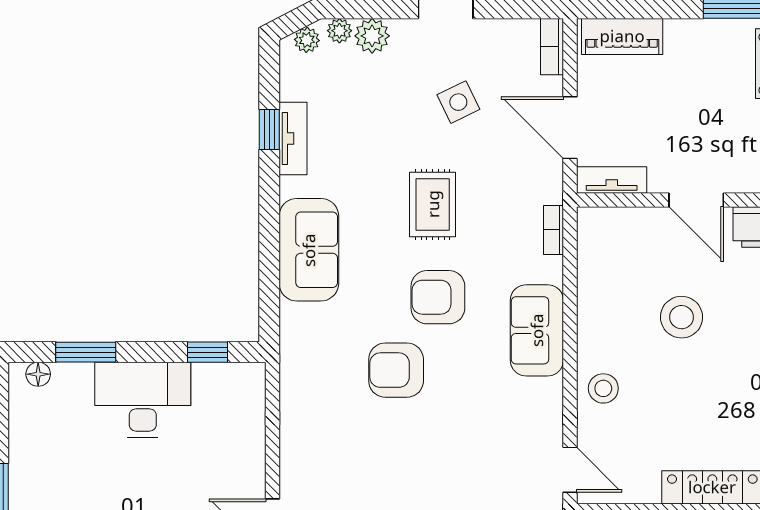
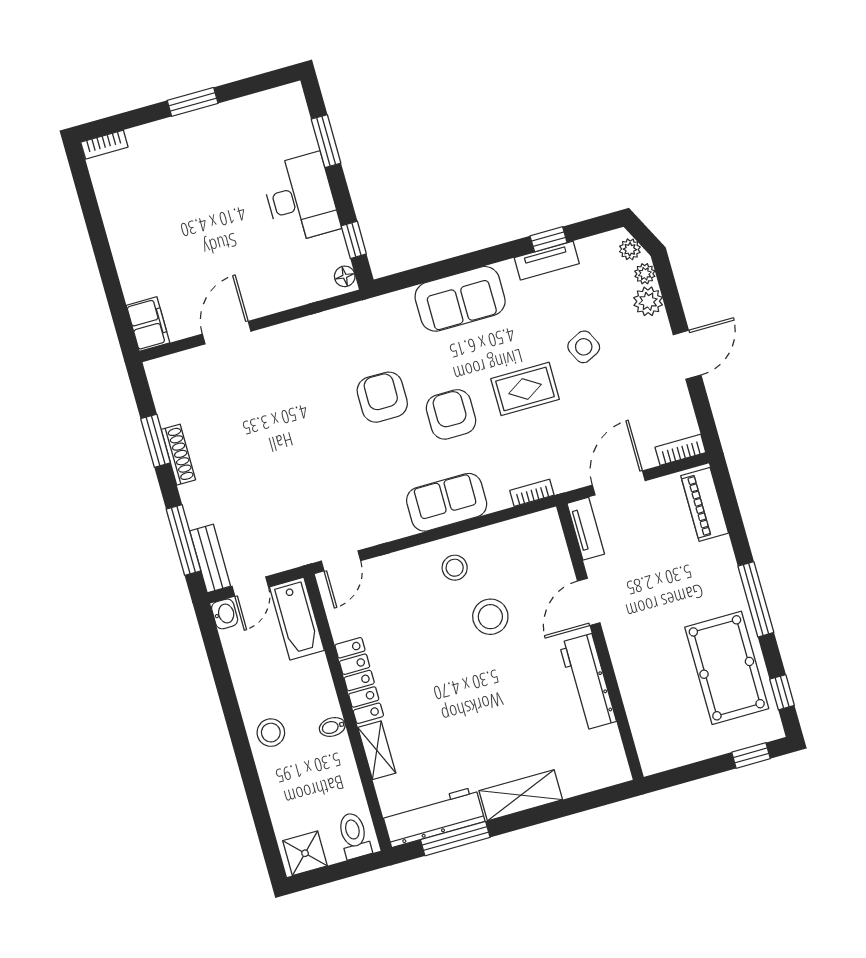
side table: (458, 102) -> (584, 347), moved
floor lamp: (38, 374) -> (345, 276), moved
stool: (603, 388) -> (455, 568), moved

